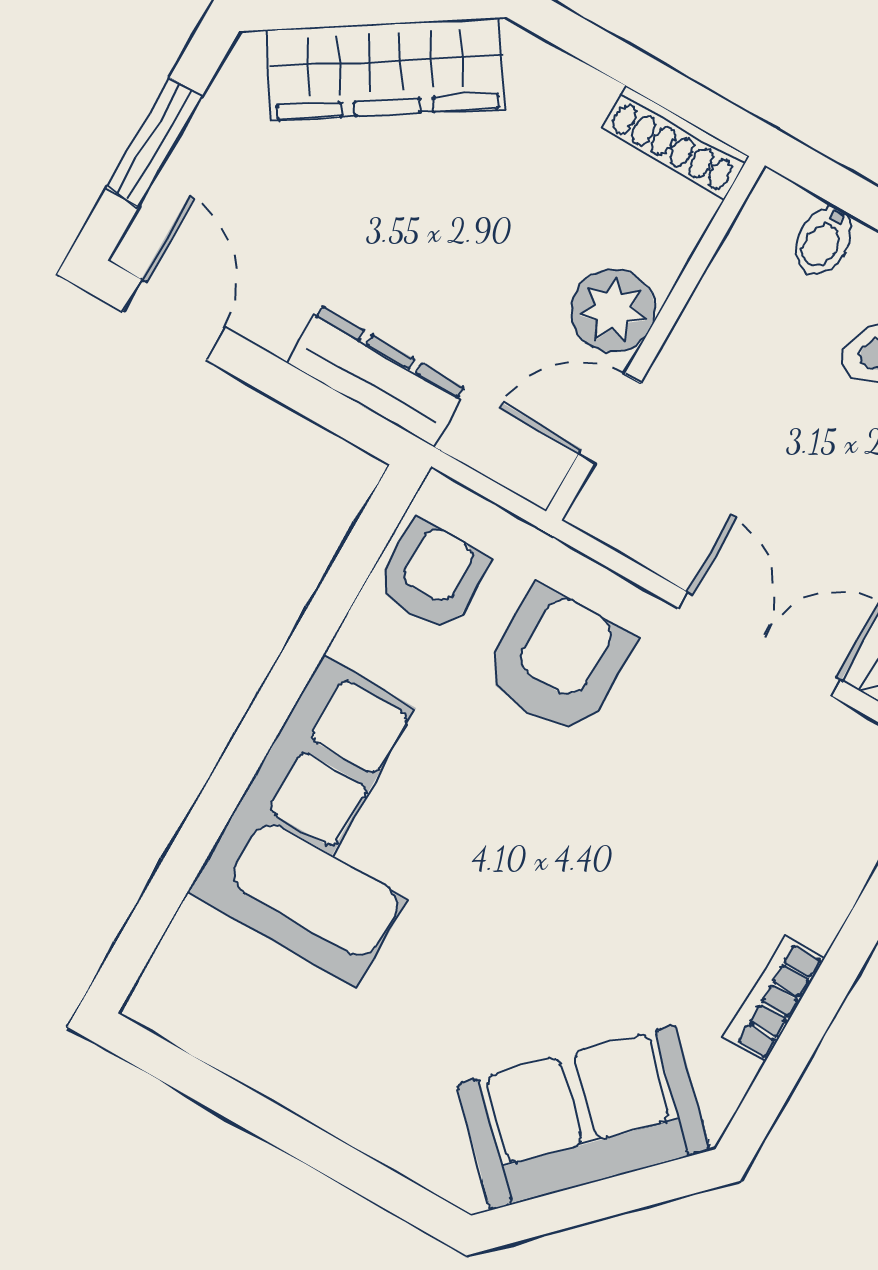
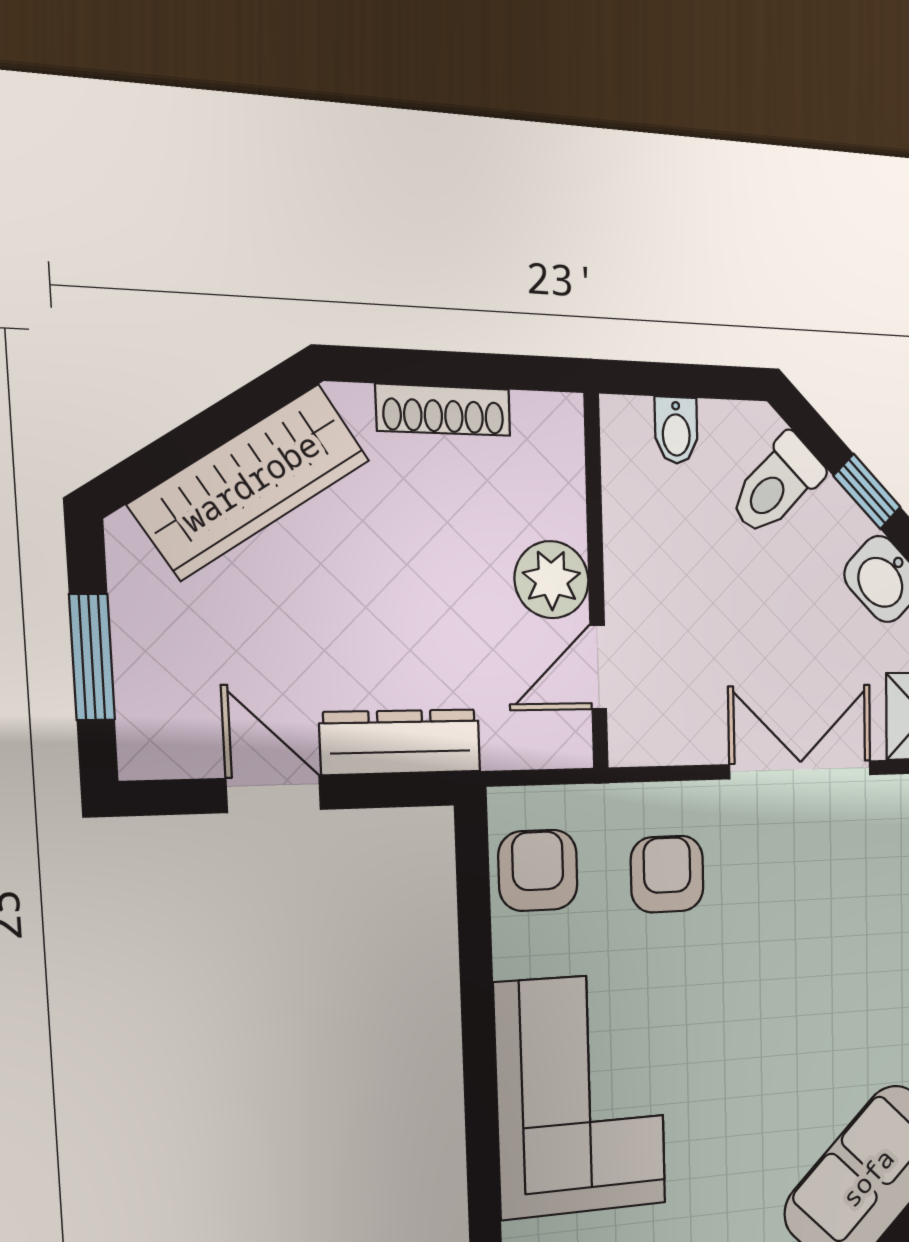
shoe rack: (675, 142) -> (443, 410), moved
door: (174, 320) -> (274, 794), moved
armchair: (558, 661) -> (667, 874), width x0.72, depth x0.72

